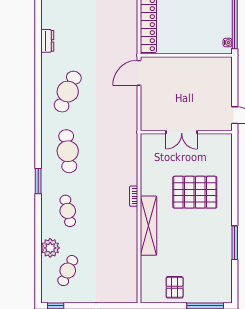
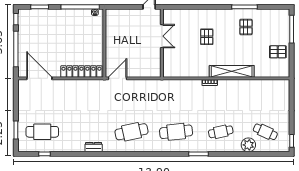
door: (139, 73) -> (117, 78), swing flipped
cafe table: (68, 92) -> (131, 132), turned -36
double door: (182, 132) -> (162, 36), moved
pallet: (195, 192) -> (207, 37), width x0.49, depth x0.50
pallet: (208, 245) -> (246, 27), added

